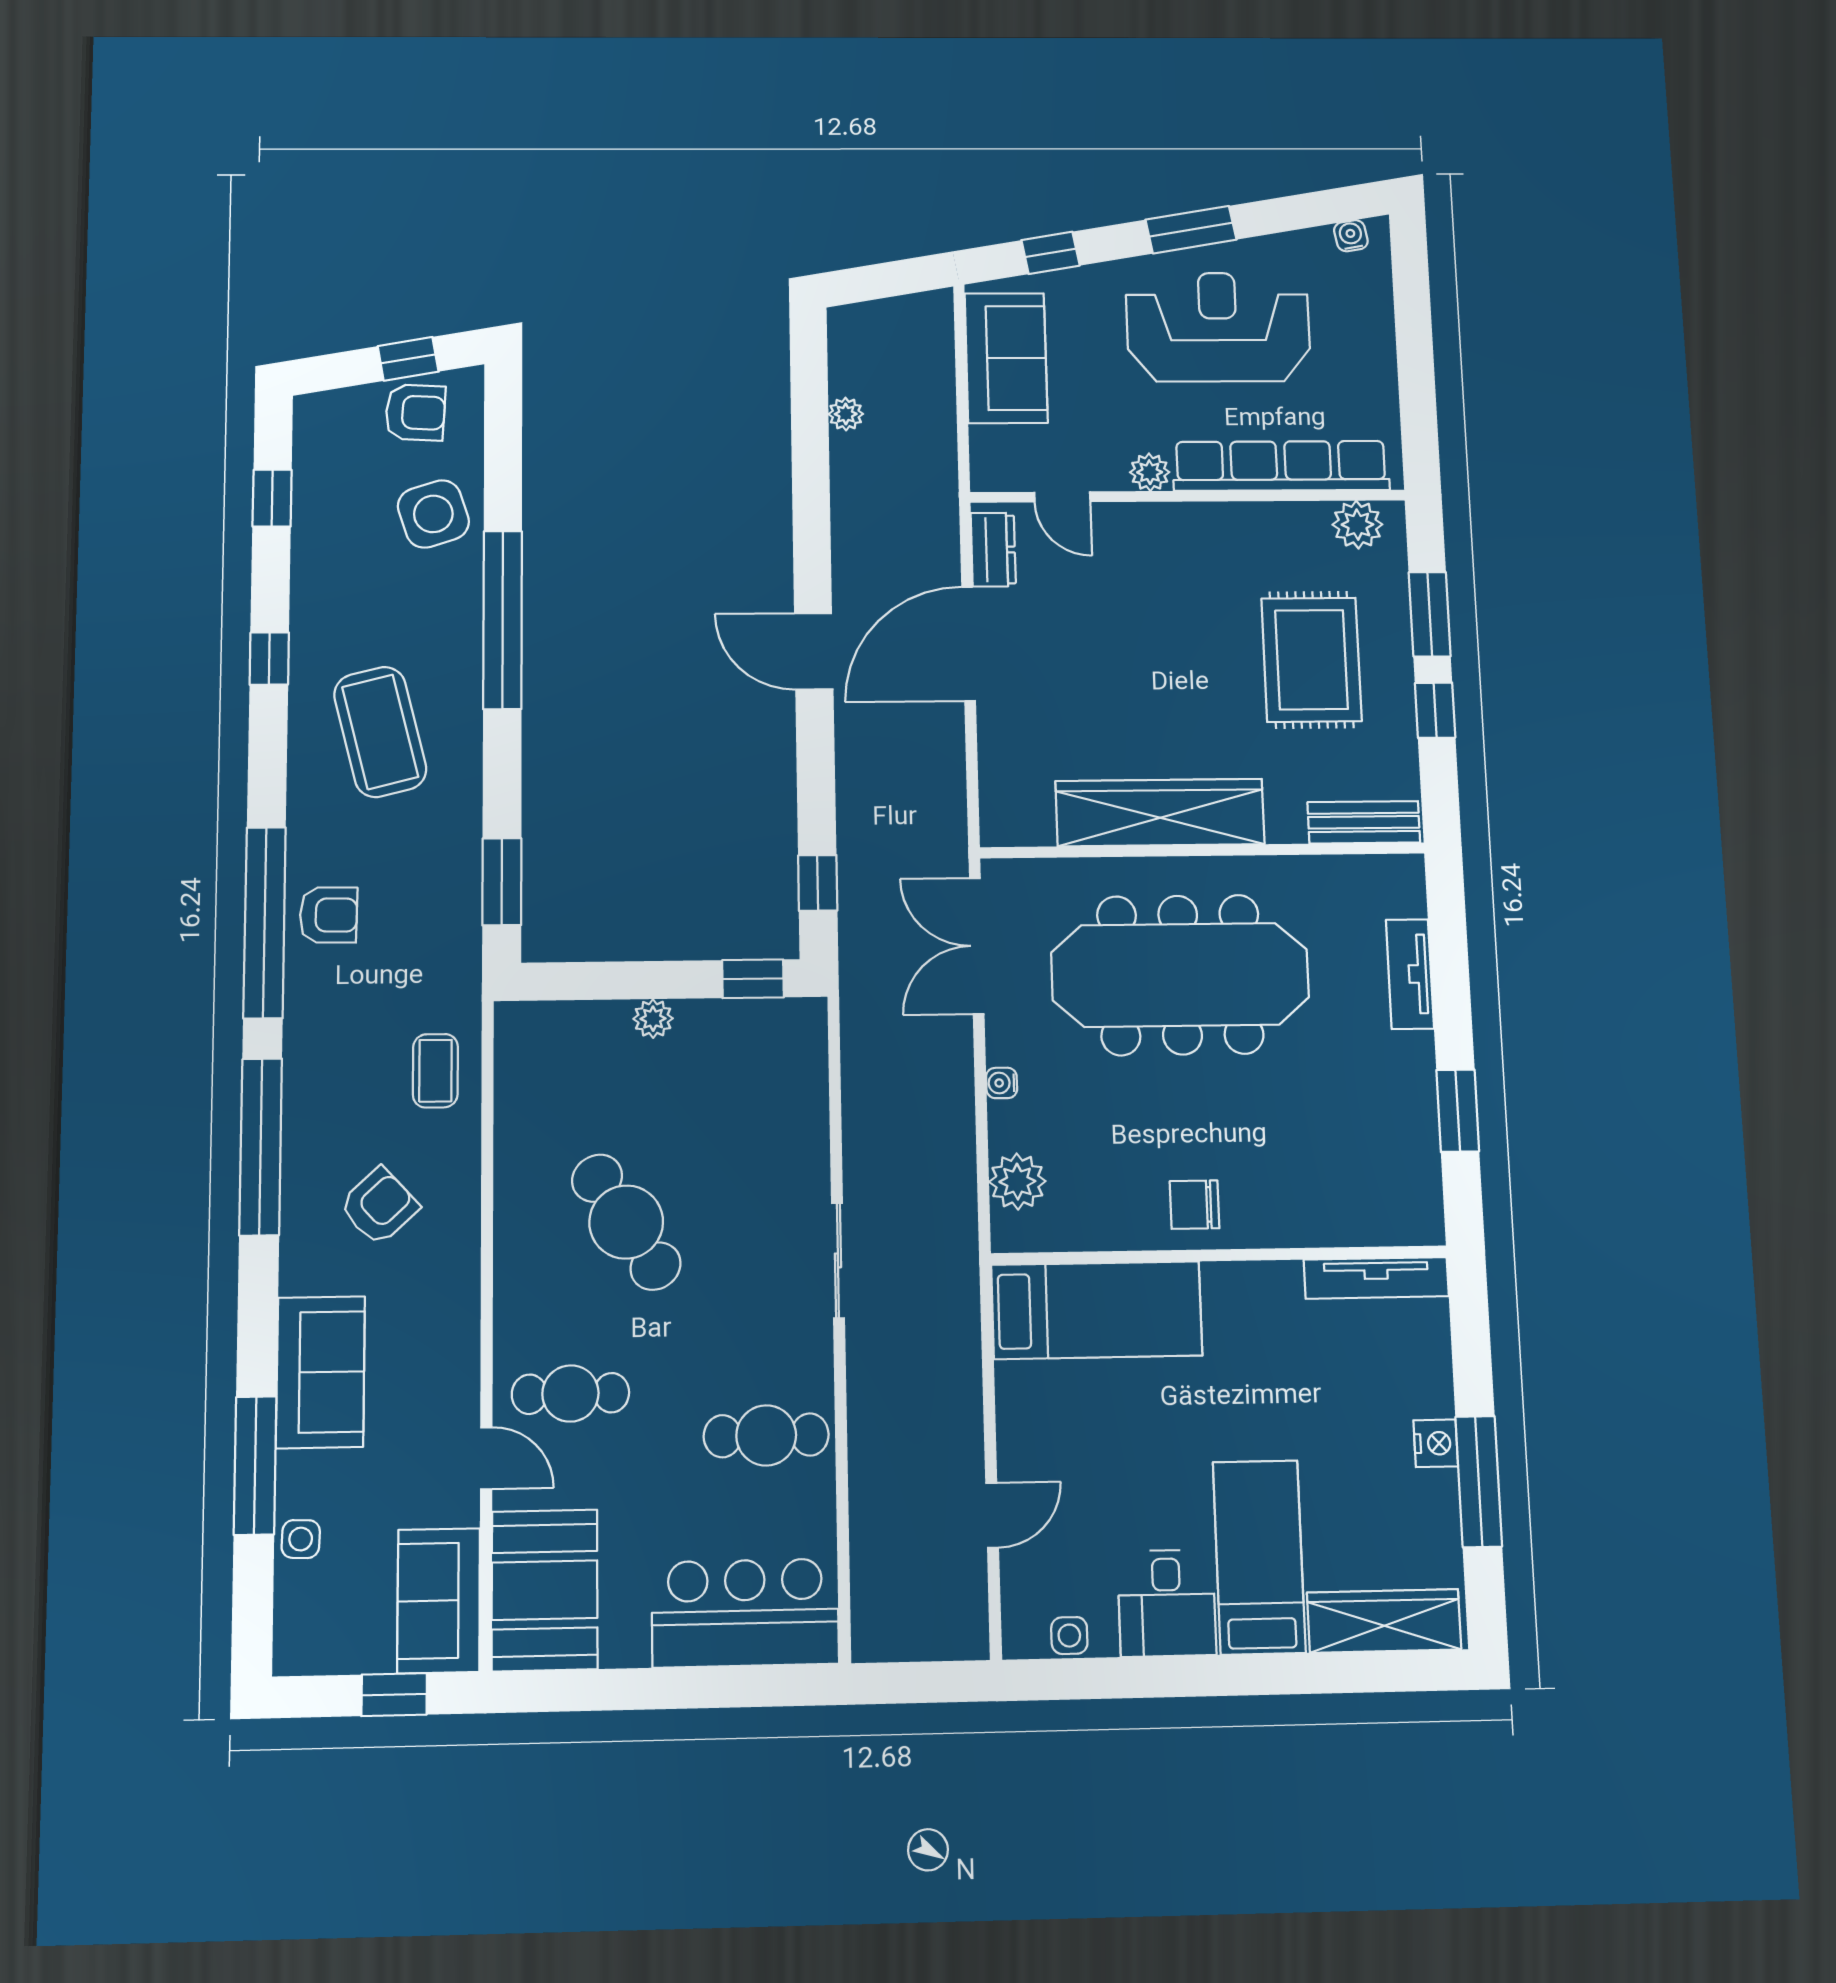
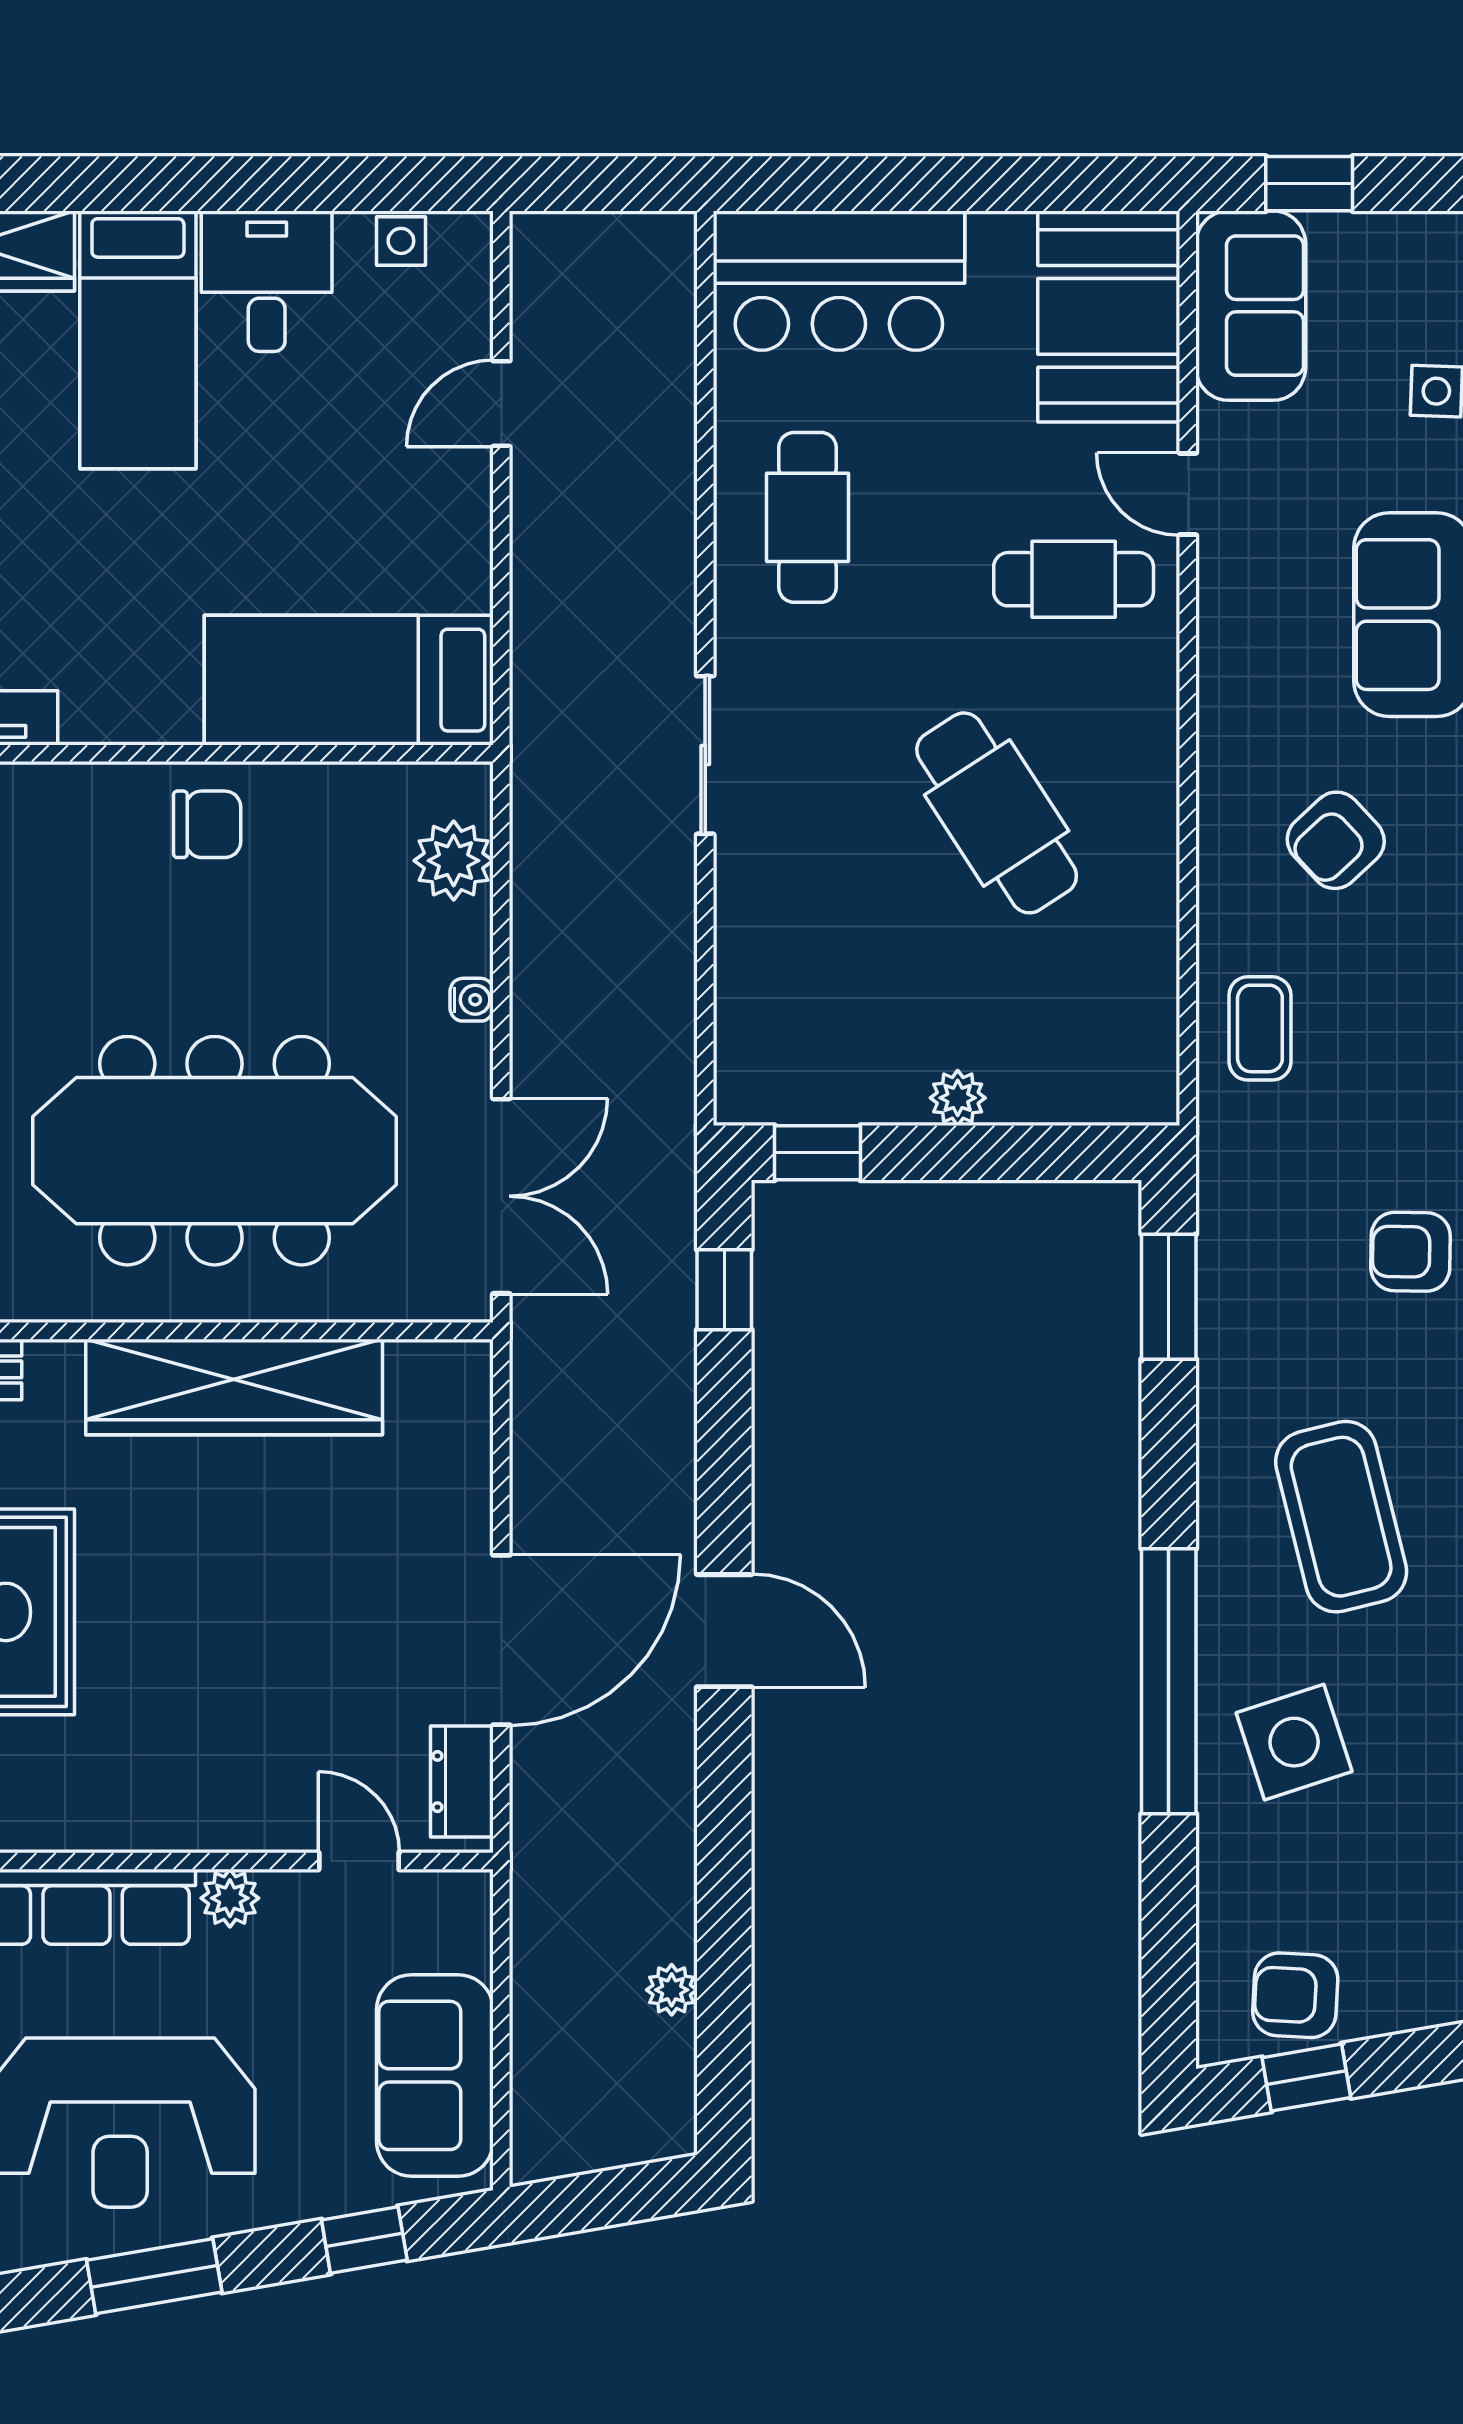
side table: (433, 514) -> (1294, 1742), moved
cafe table: (766, 1435) -> (807, 517), turned 90

